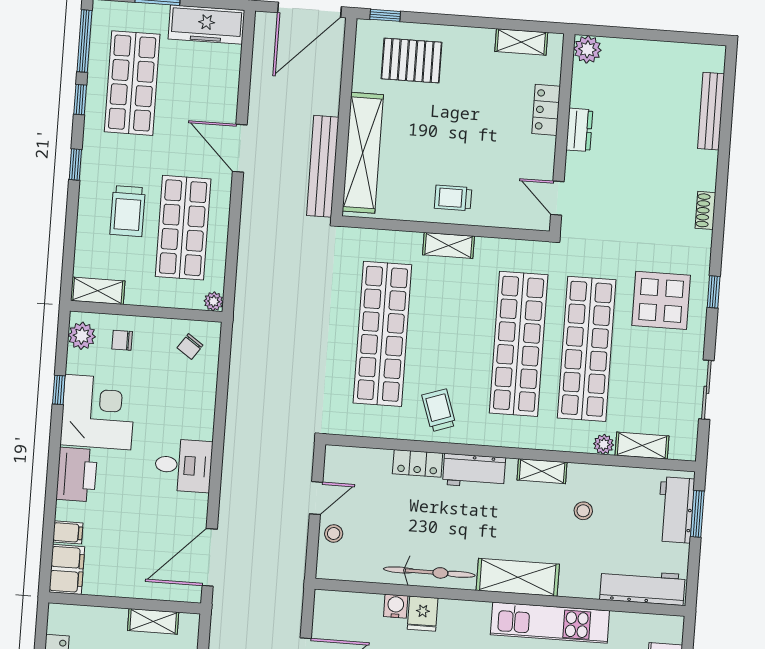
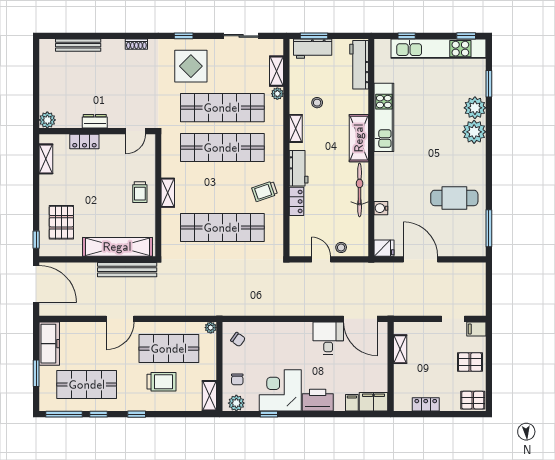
desk: (183, 465) -> (328, 338), moved
fridge: (423, 614) -> (384, 248), moved

